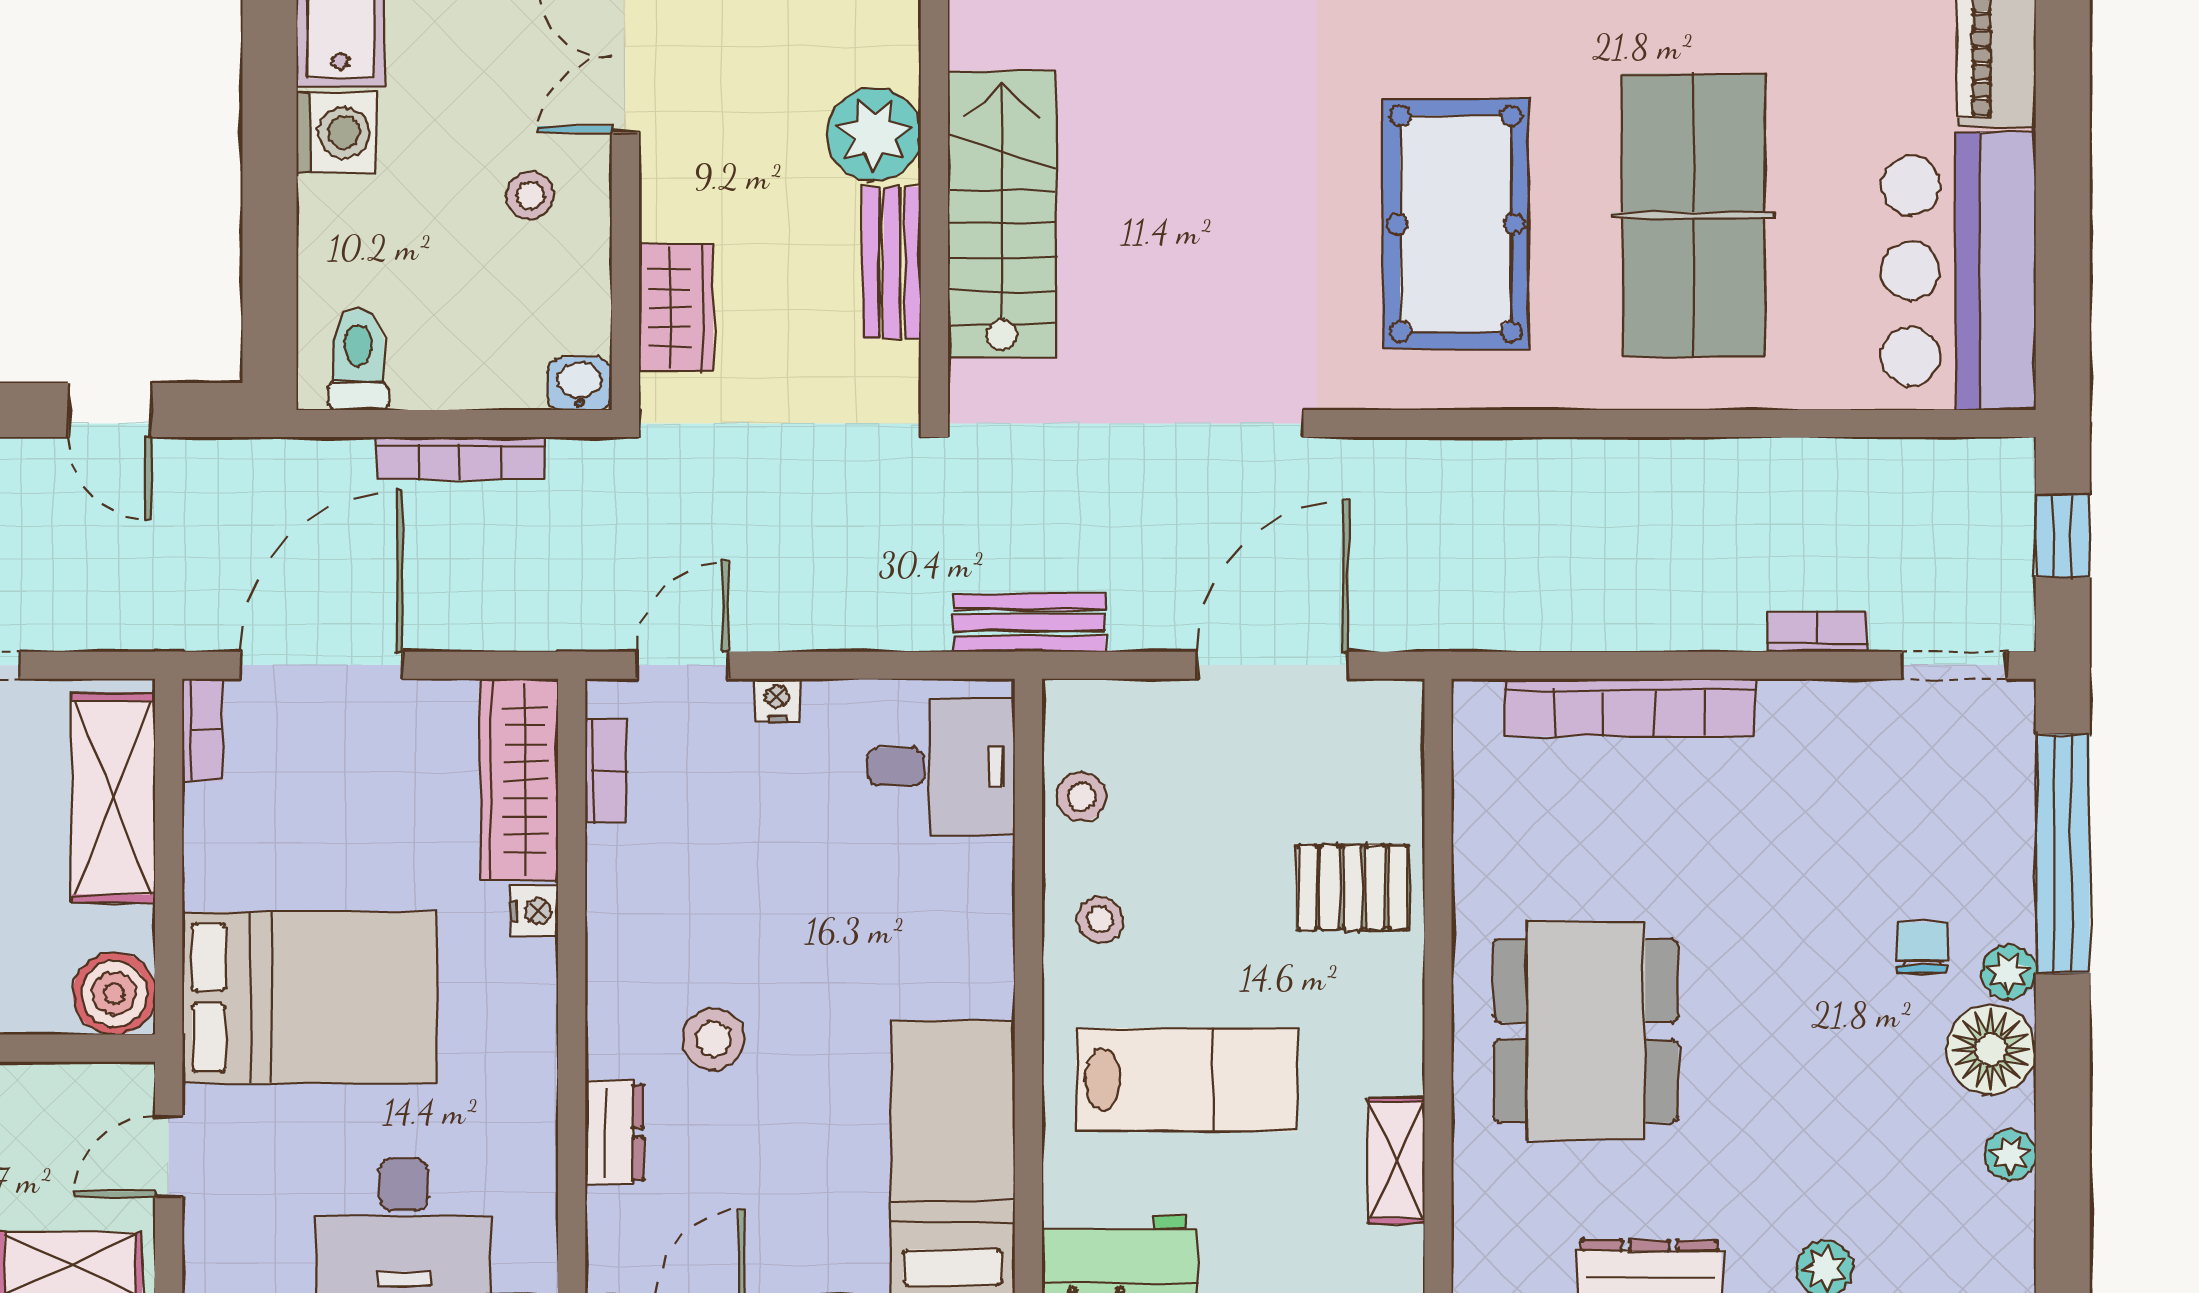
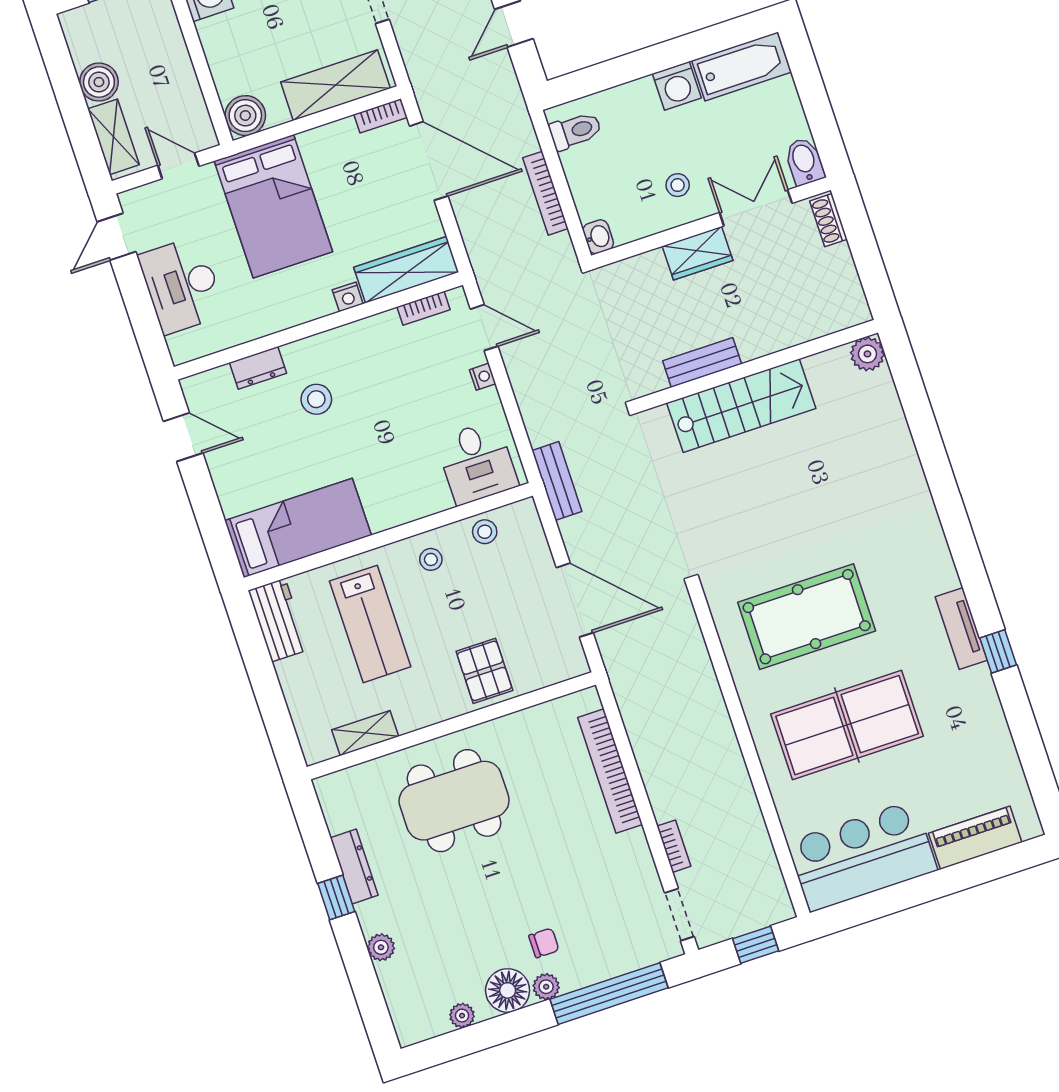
plant: (874, 135) -> (758, 334), removed
wardrobe: (676, 308) -> (698, 253), moved

